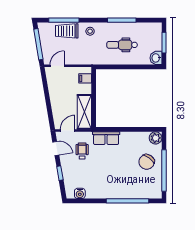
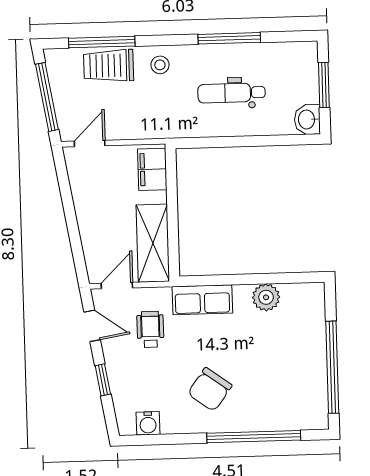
filing cabinet: (85, 78) -> (152, 169), width x2.00
plant: (156, 138) -> (266, 297), moved
chair: (147, 162) -> (210, 389), moved

